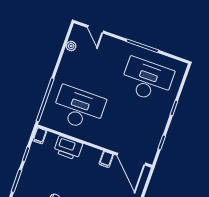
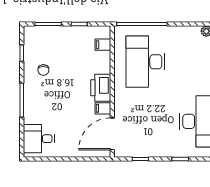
desk: (79, 108) -> (145, 62), turned 180
filing cabinet: (40, 136) -> (103, 45), moved
printer: (68, 148) -> (101, 88), moved

